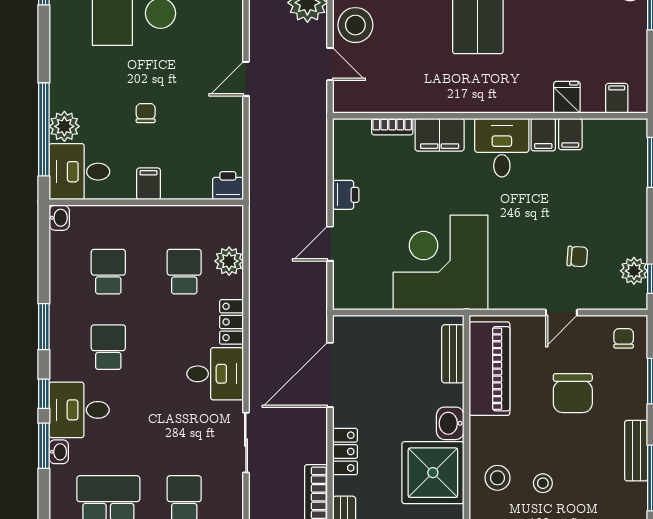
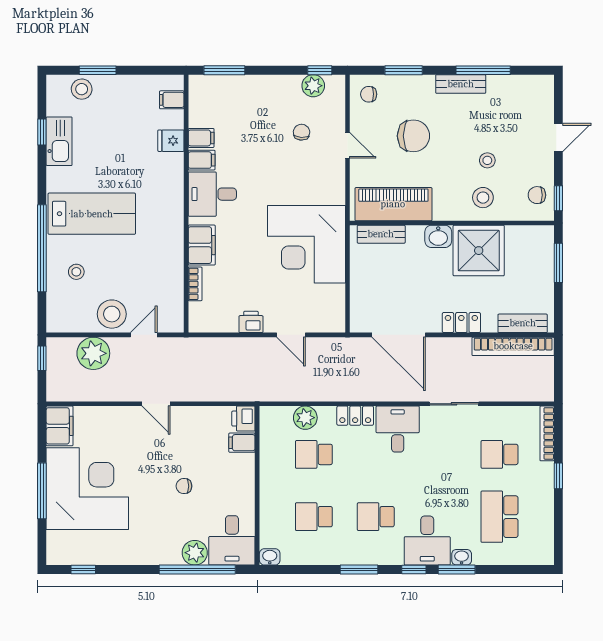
filing cabinet: (149, 184) -> (242, 443), moved

